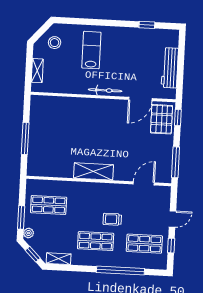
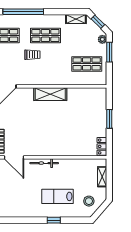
window: (147, 25) -> (54, 220), moved
lab bench: (91, 50) -> (57, 196), turned 90
door: (140, 99) -> (14, 157), swing flipped
locker: (36, 106) -> (102, 146), added
window: (25, 138) -> (109, 119), width x0.69

